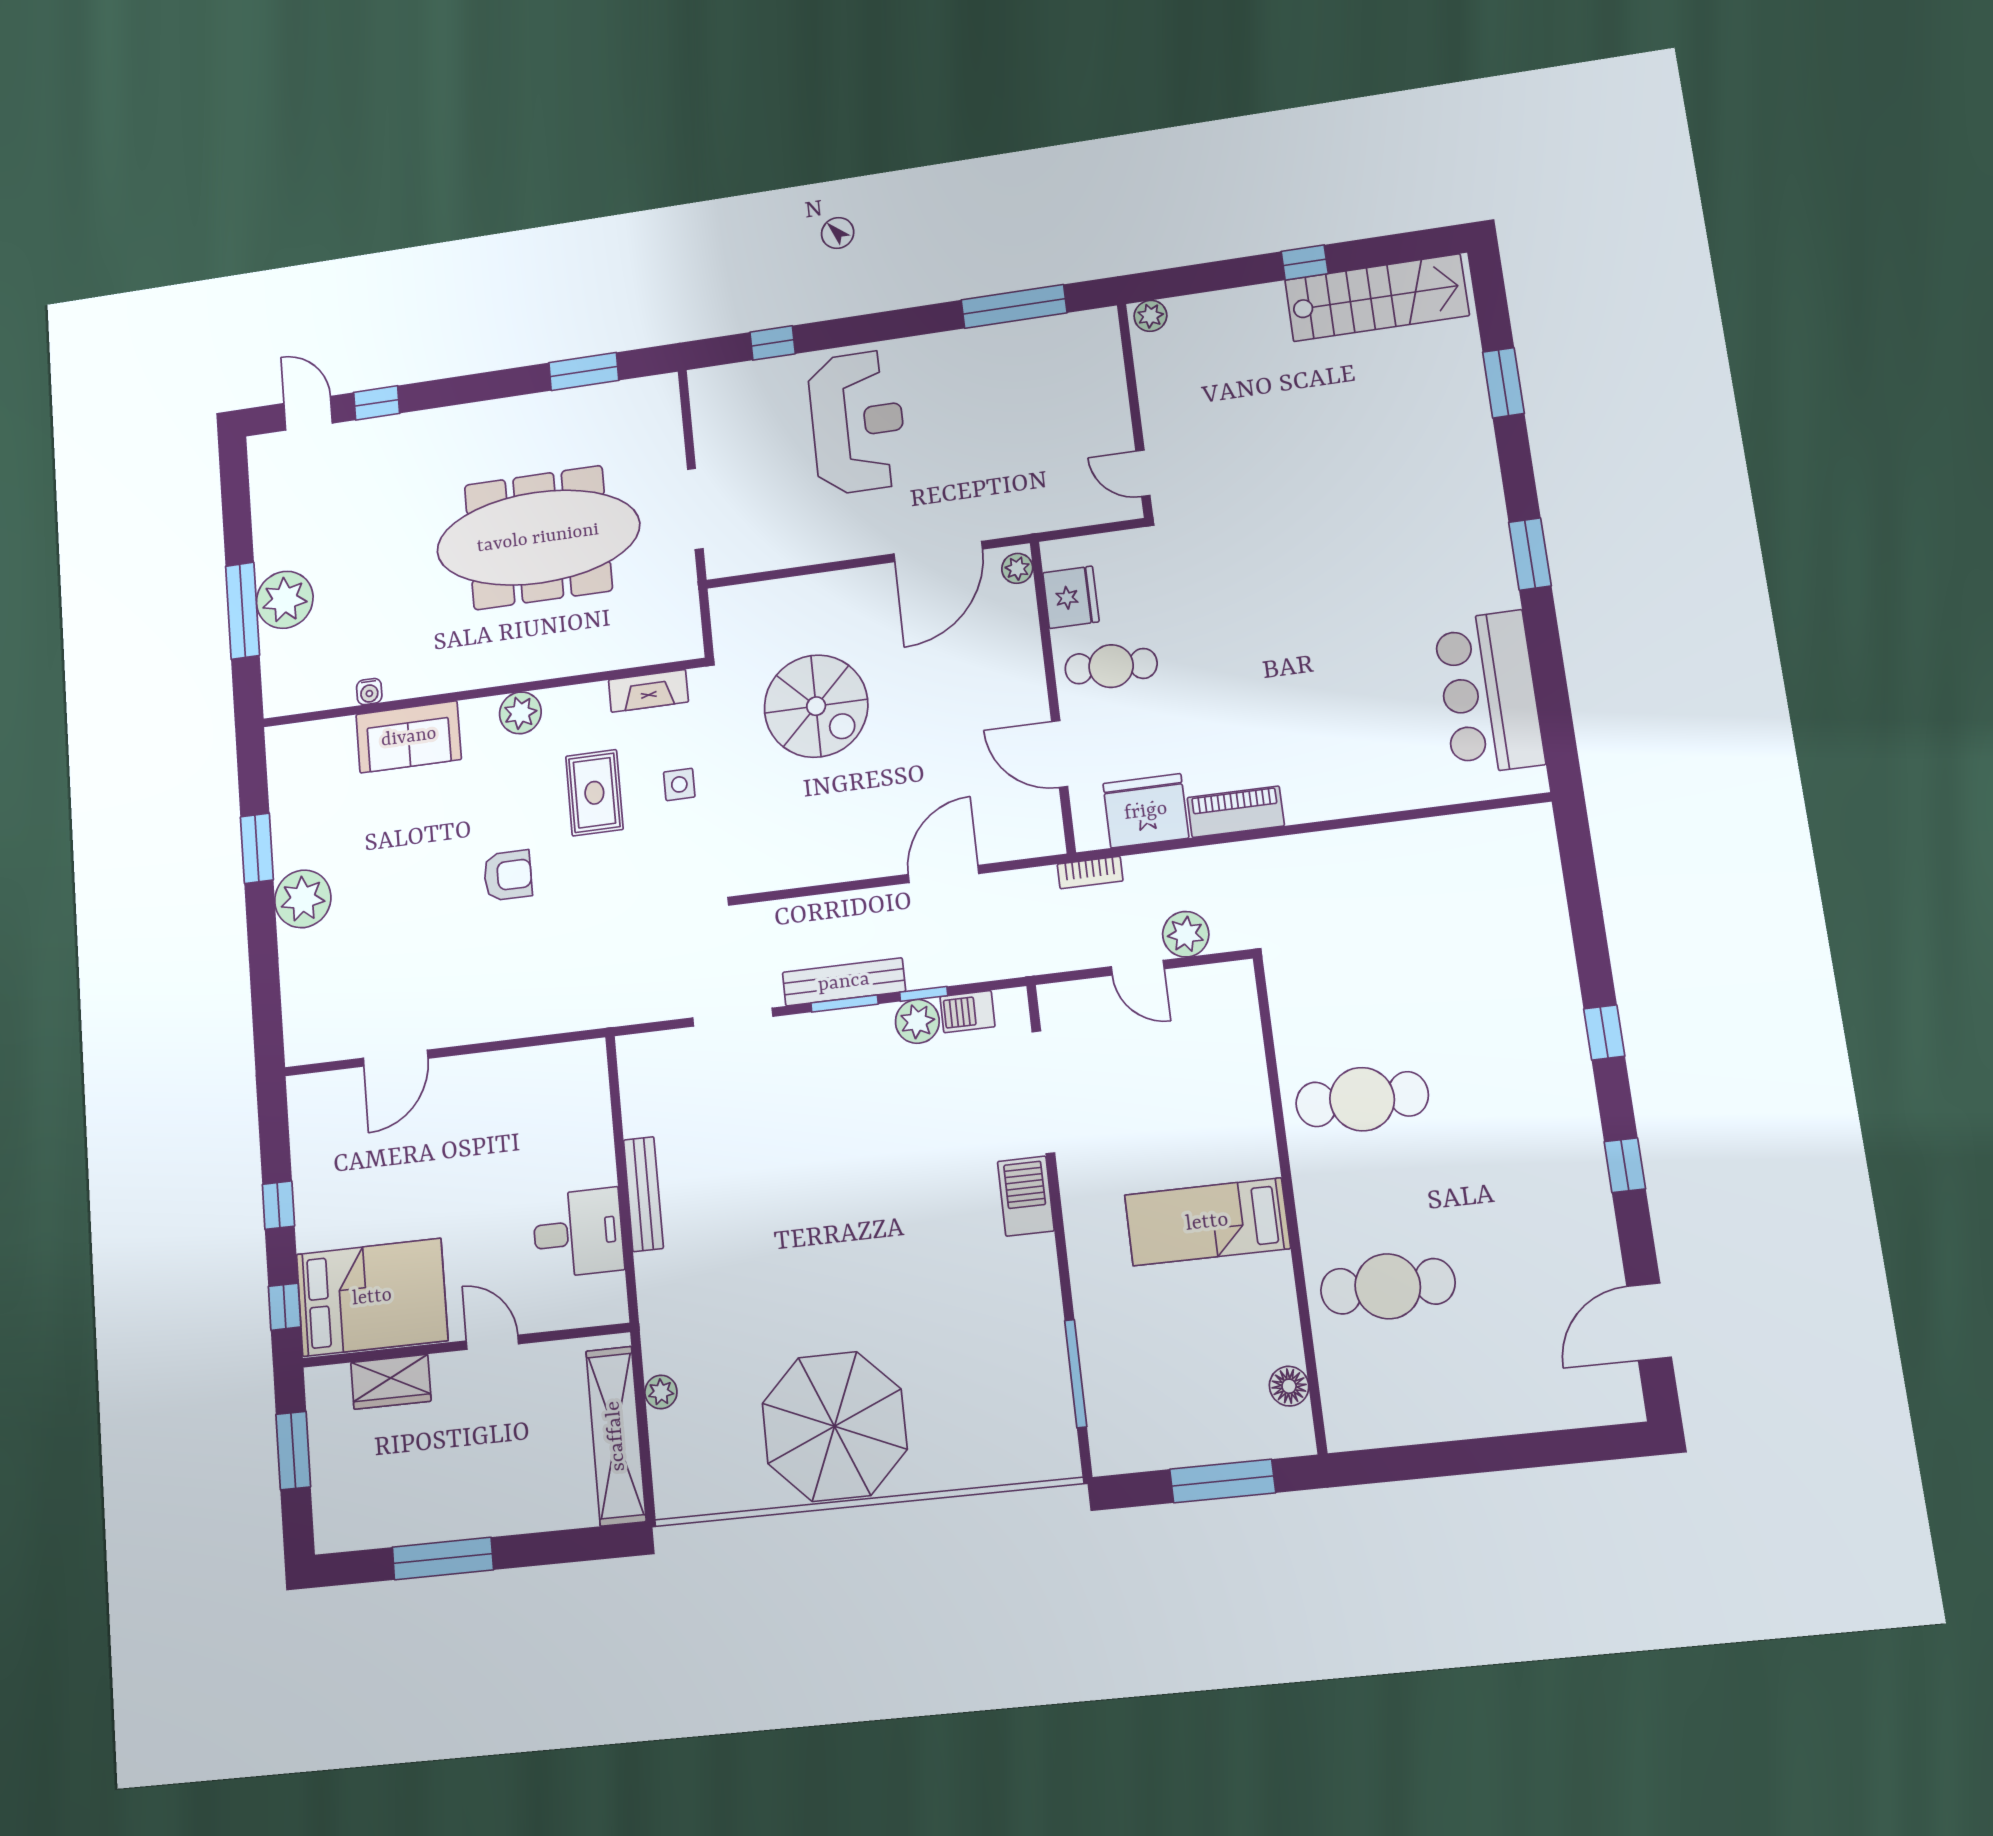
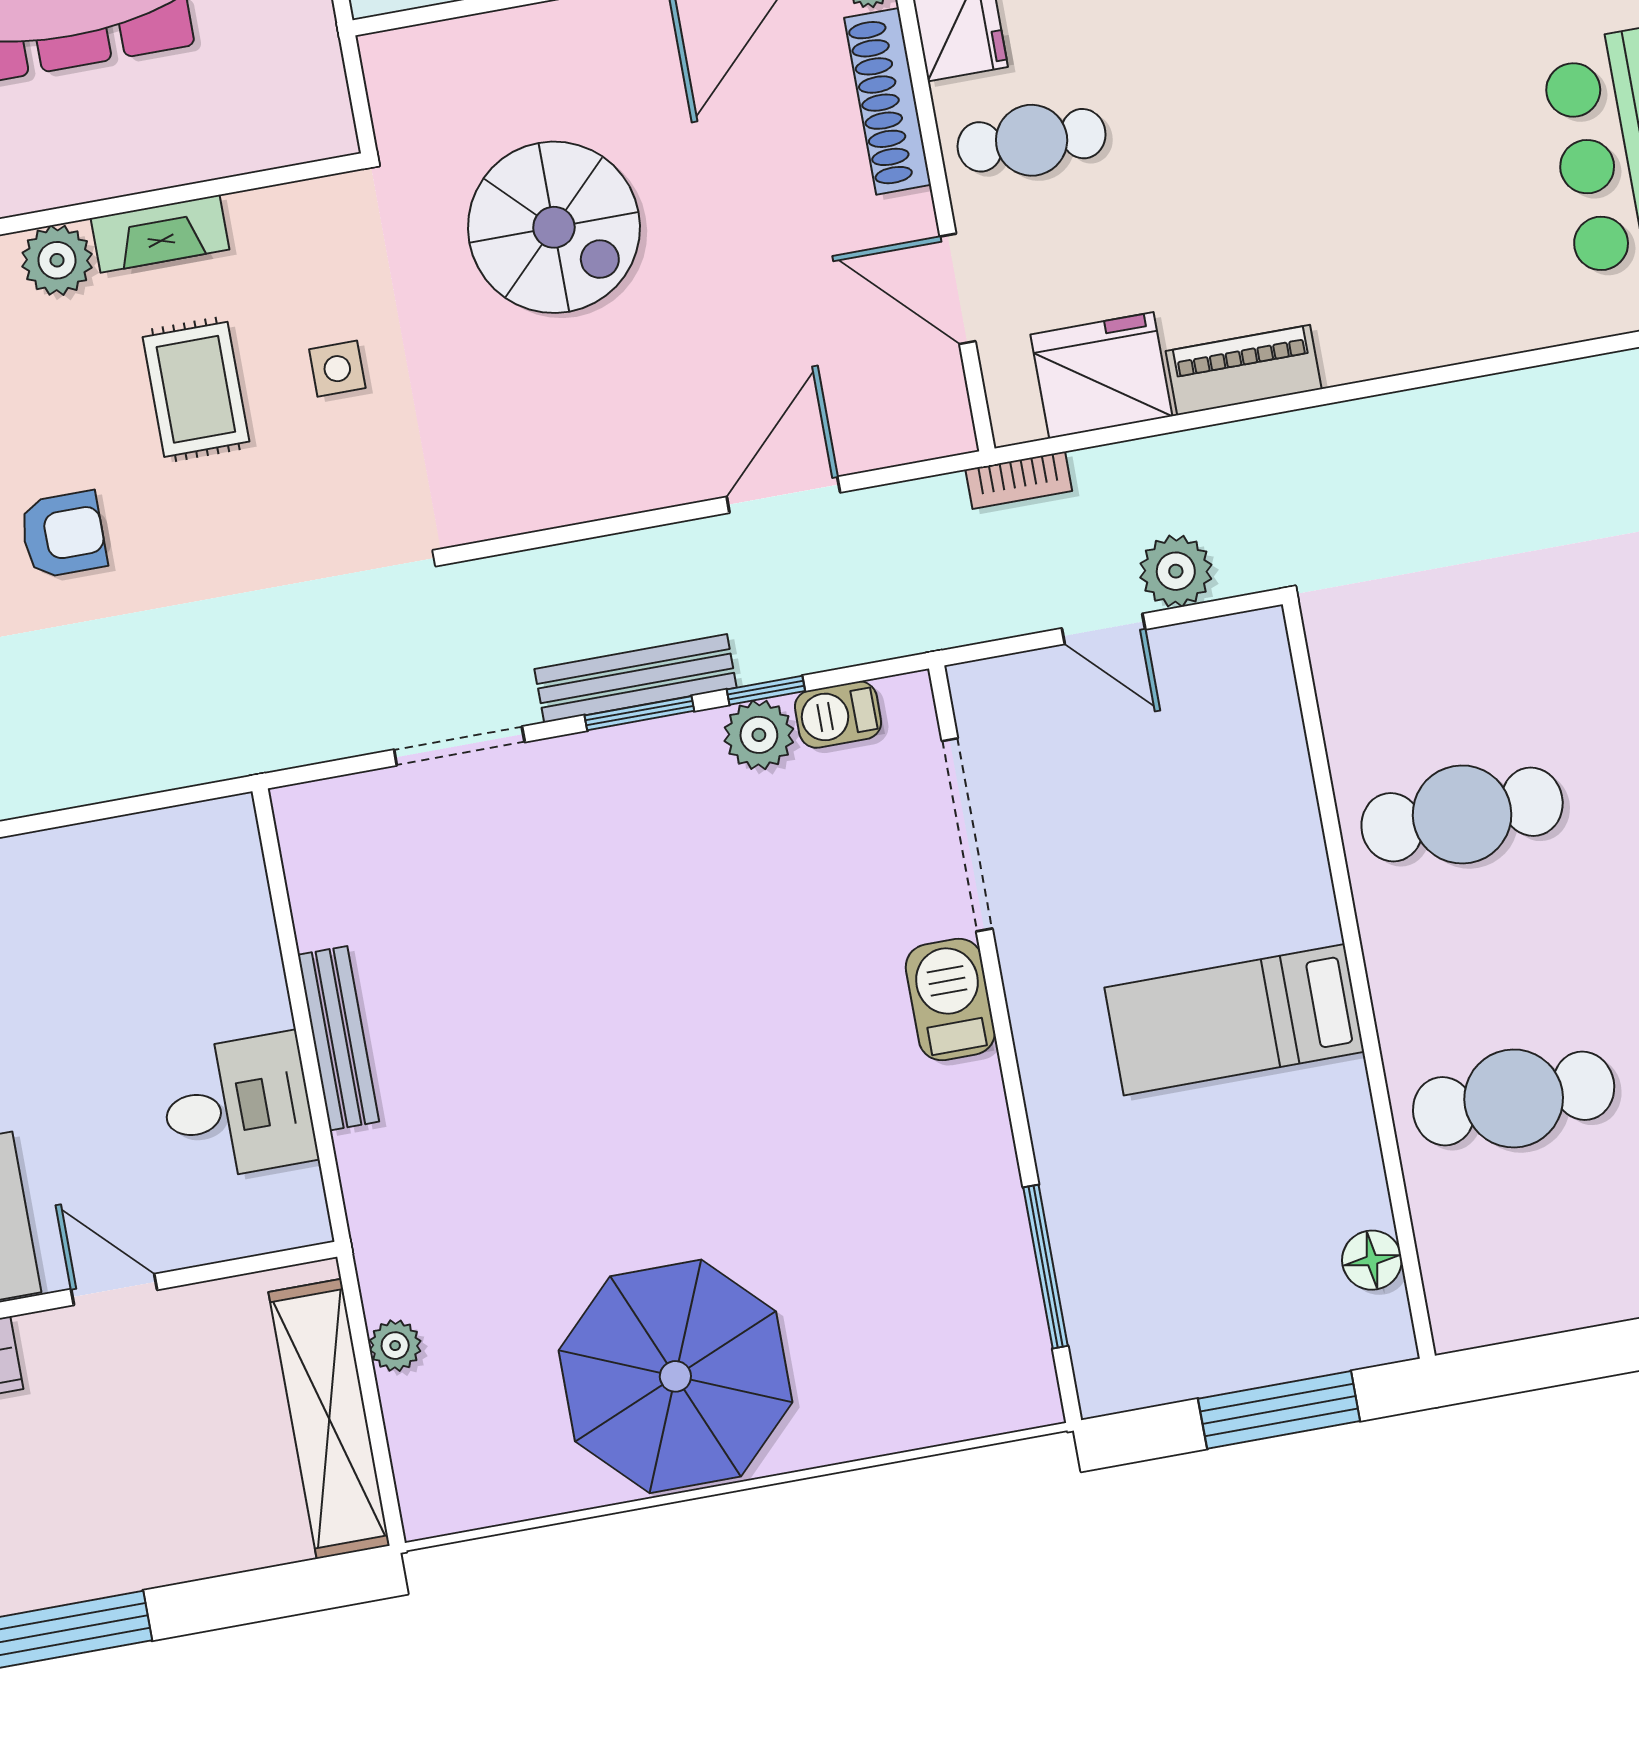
shoe rack: (1024, 639) -> (888, 101), added
fireplace: (648, 691) -> (160, 234), moved

